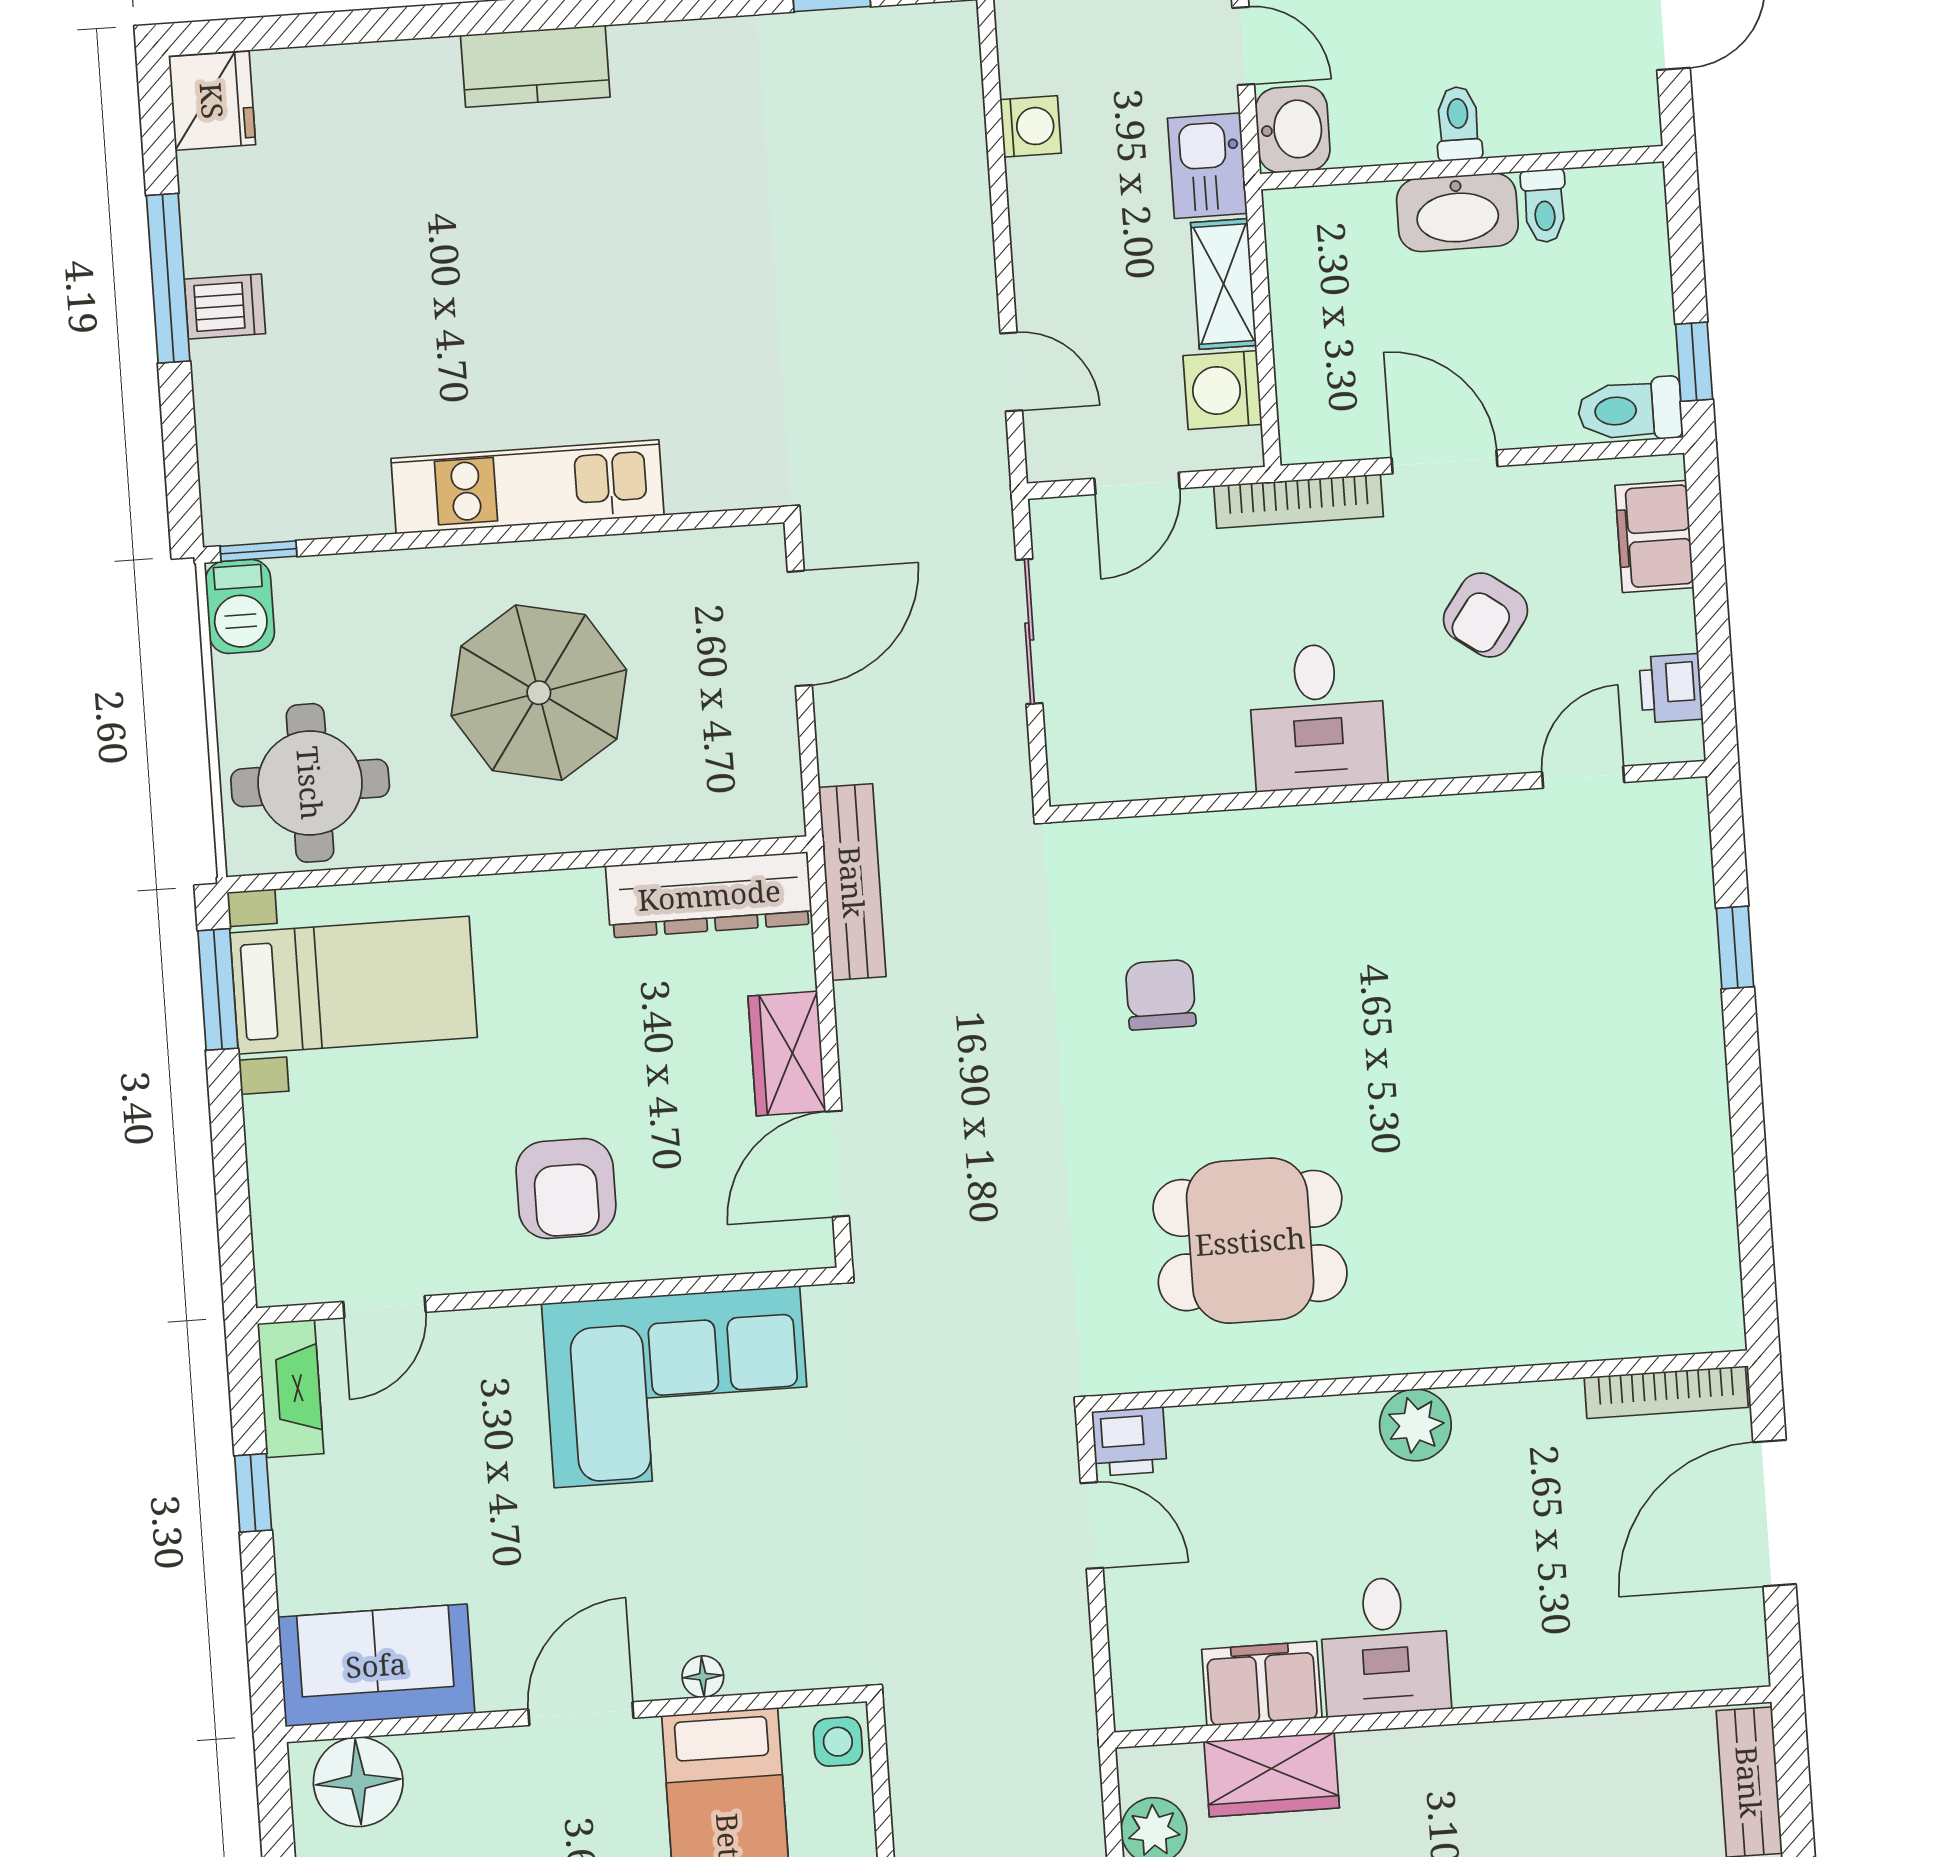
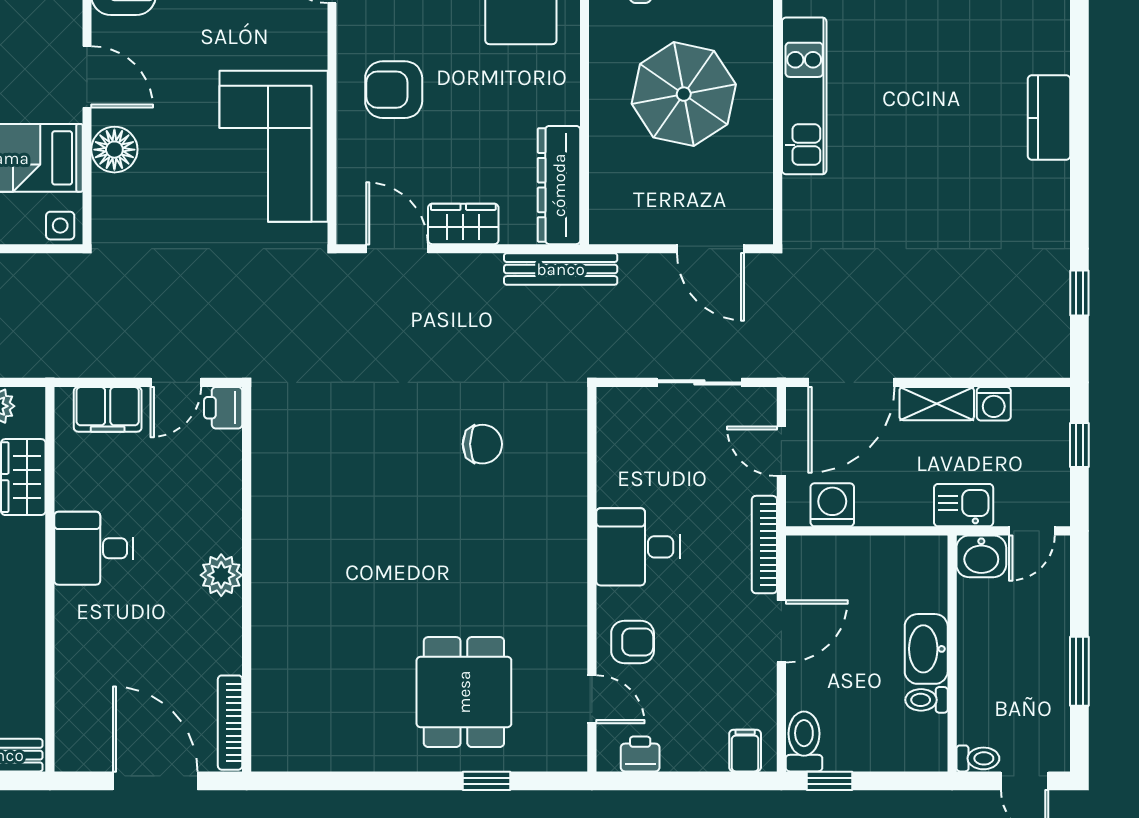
toilet: (1458, 124) -> (978, 758), moved
shelving: (1224, 284) -> (937, 404), moved
door: (1011, 372) -> (851, 382), width x1.88
filing cabinet: (1654, 536) -> (745, 751), width x0.50
armchair: (1485, 615) -> (633, 642), moved, turned 144
dining table: (1250, 1241) -> (464, 692), moved
floor lamp: (703, 1677) -> (114, 150), width x1.89, depth x1.89
filing cabinet: (1262, 1684) -> (108, 409), moved, turned 90

